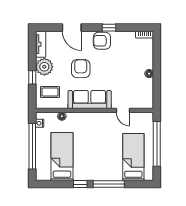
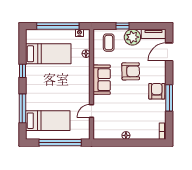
door: (72, 28) -> (169, 52), moved
window: (109, 28) -> (169, 98), width x2.17
sofa: (90, 100) -> (102, 80), width x0.73
window: (109, 184) -> (22, 108), moved

